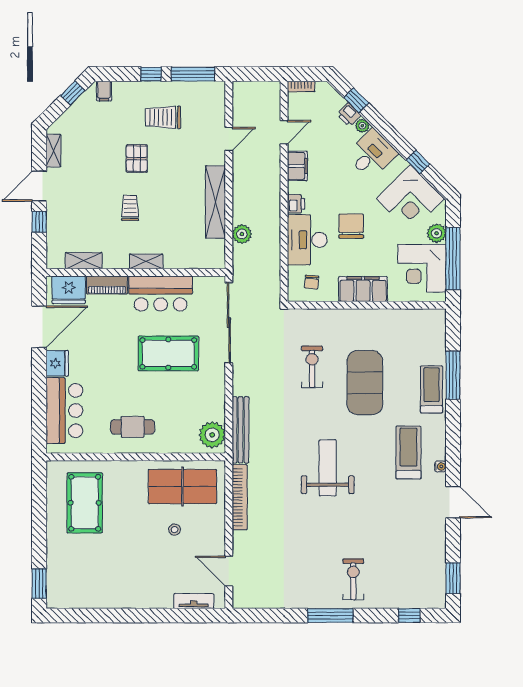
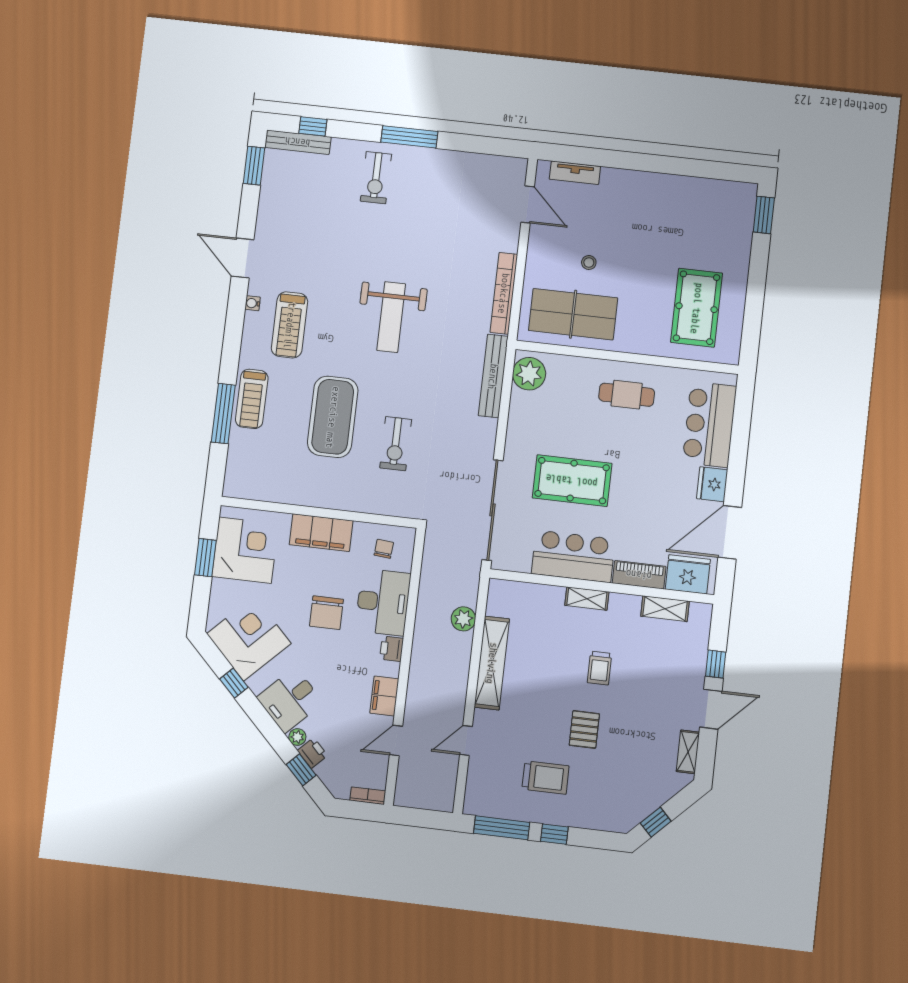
filing cabinet: (104, 91) -> (616, 820), removed
plant: (437, 233) -> (222, 591), removed
window: (453, 259) -> (205, 558), width x0.47
bench: (420, 601) -> (298, 142), added

